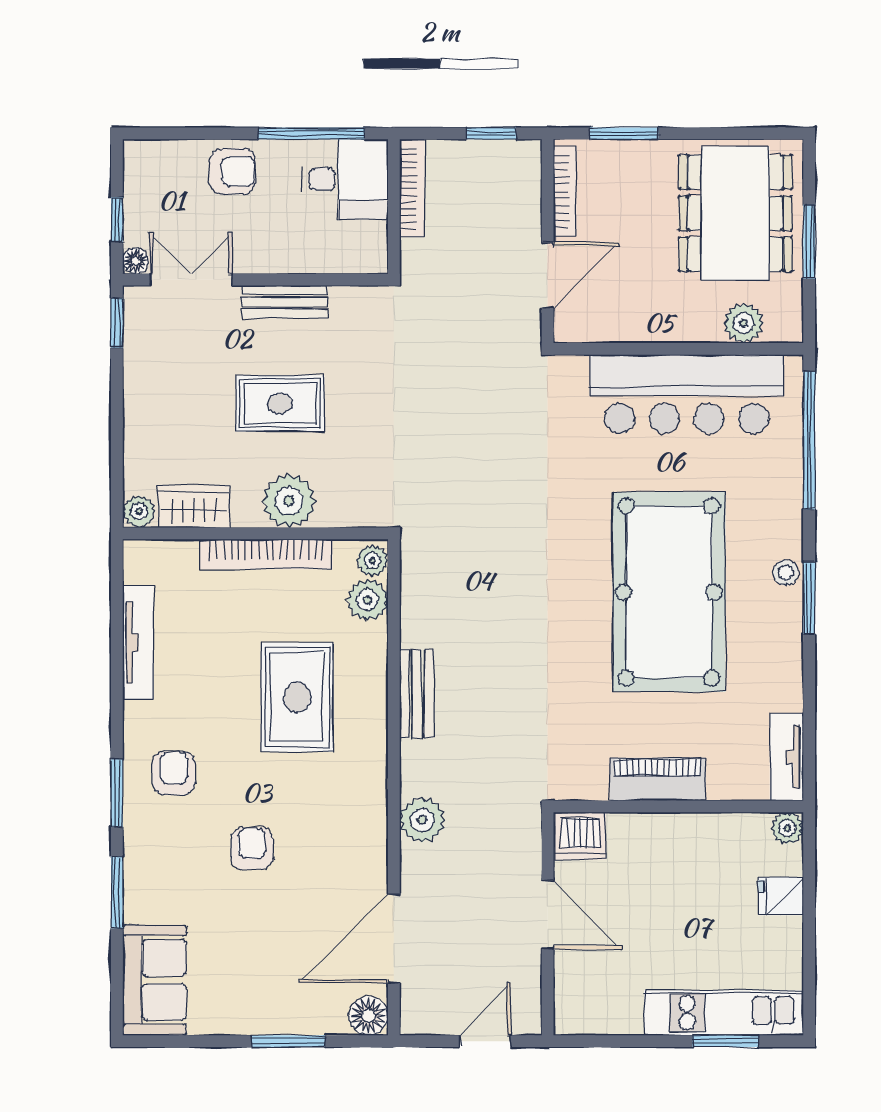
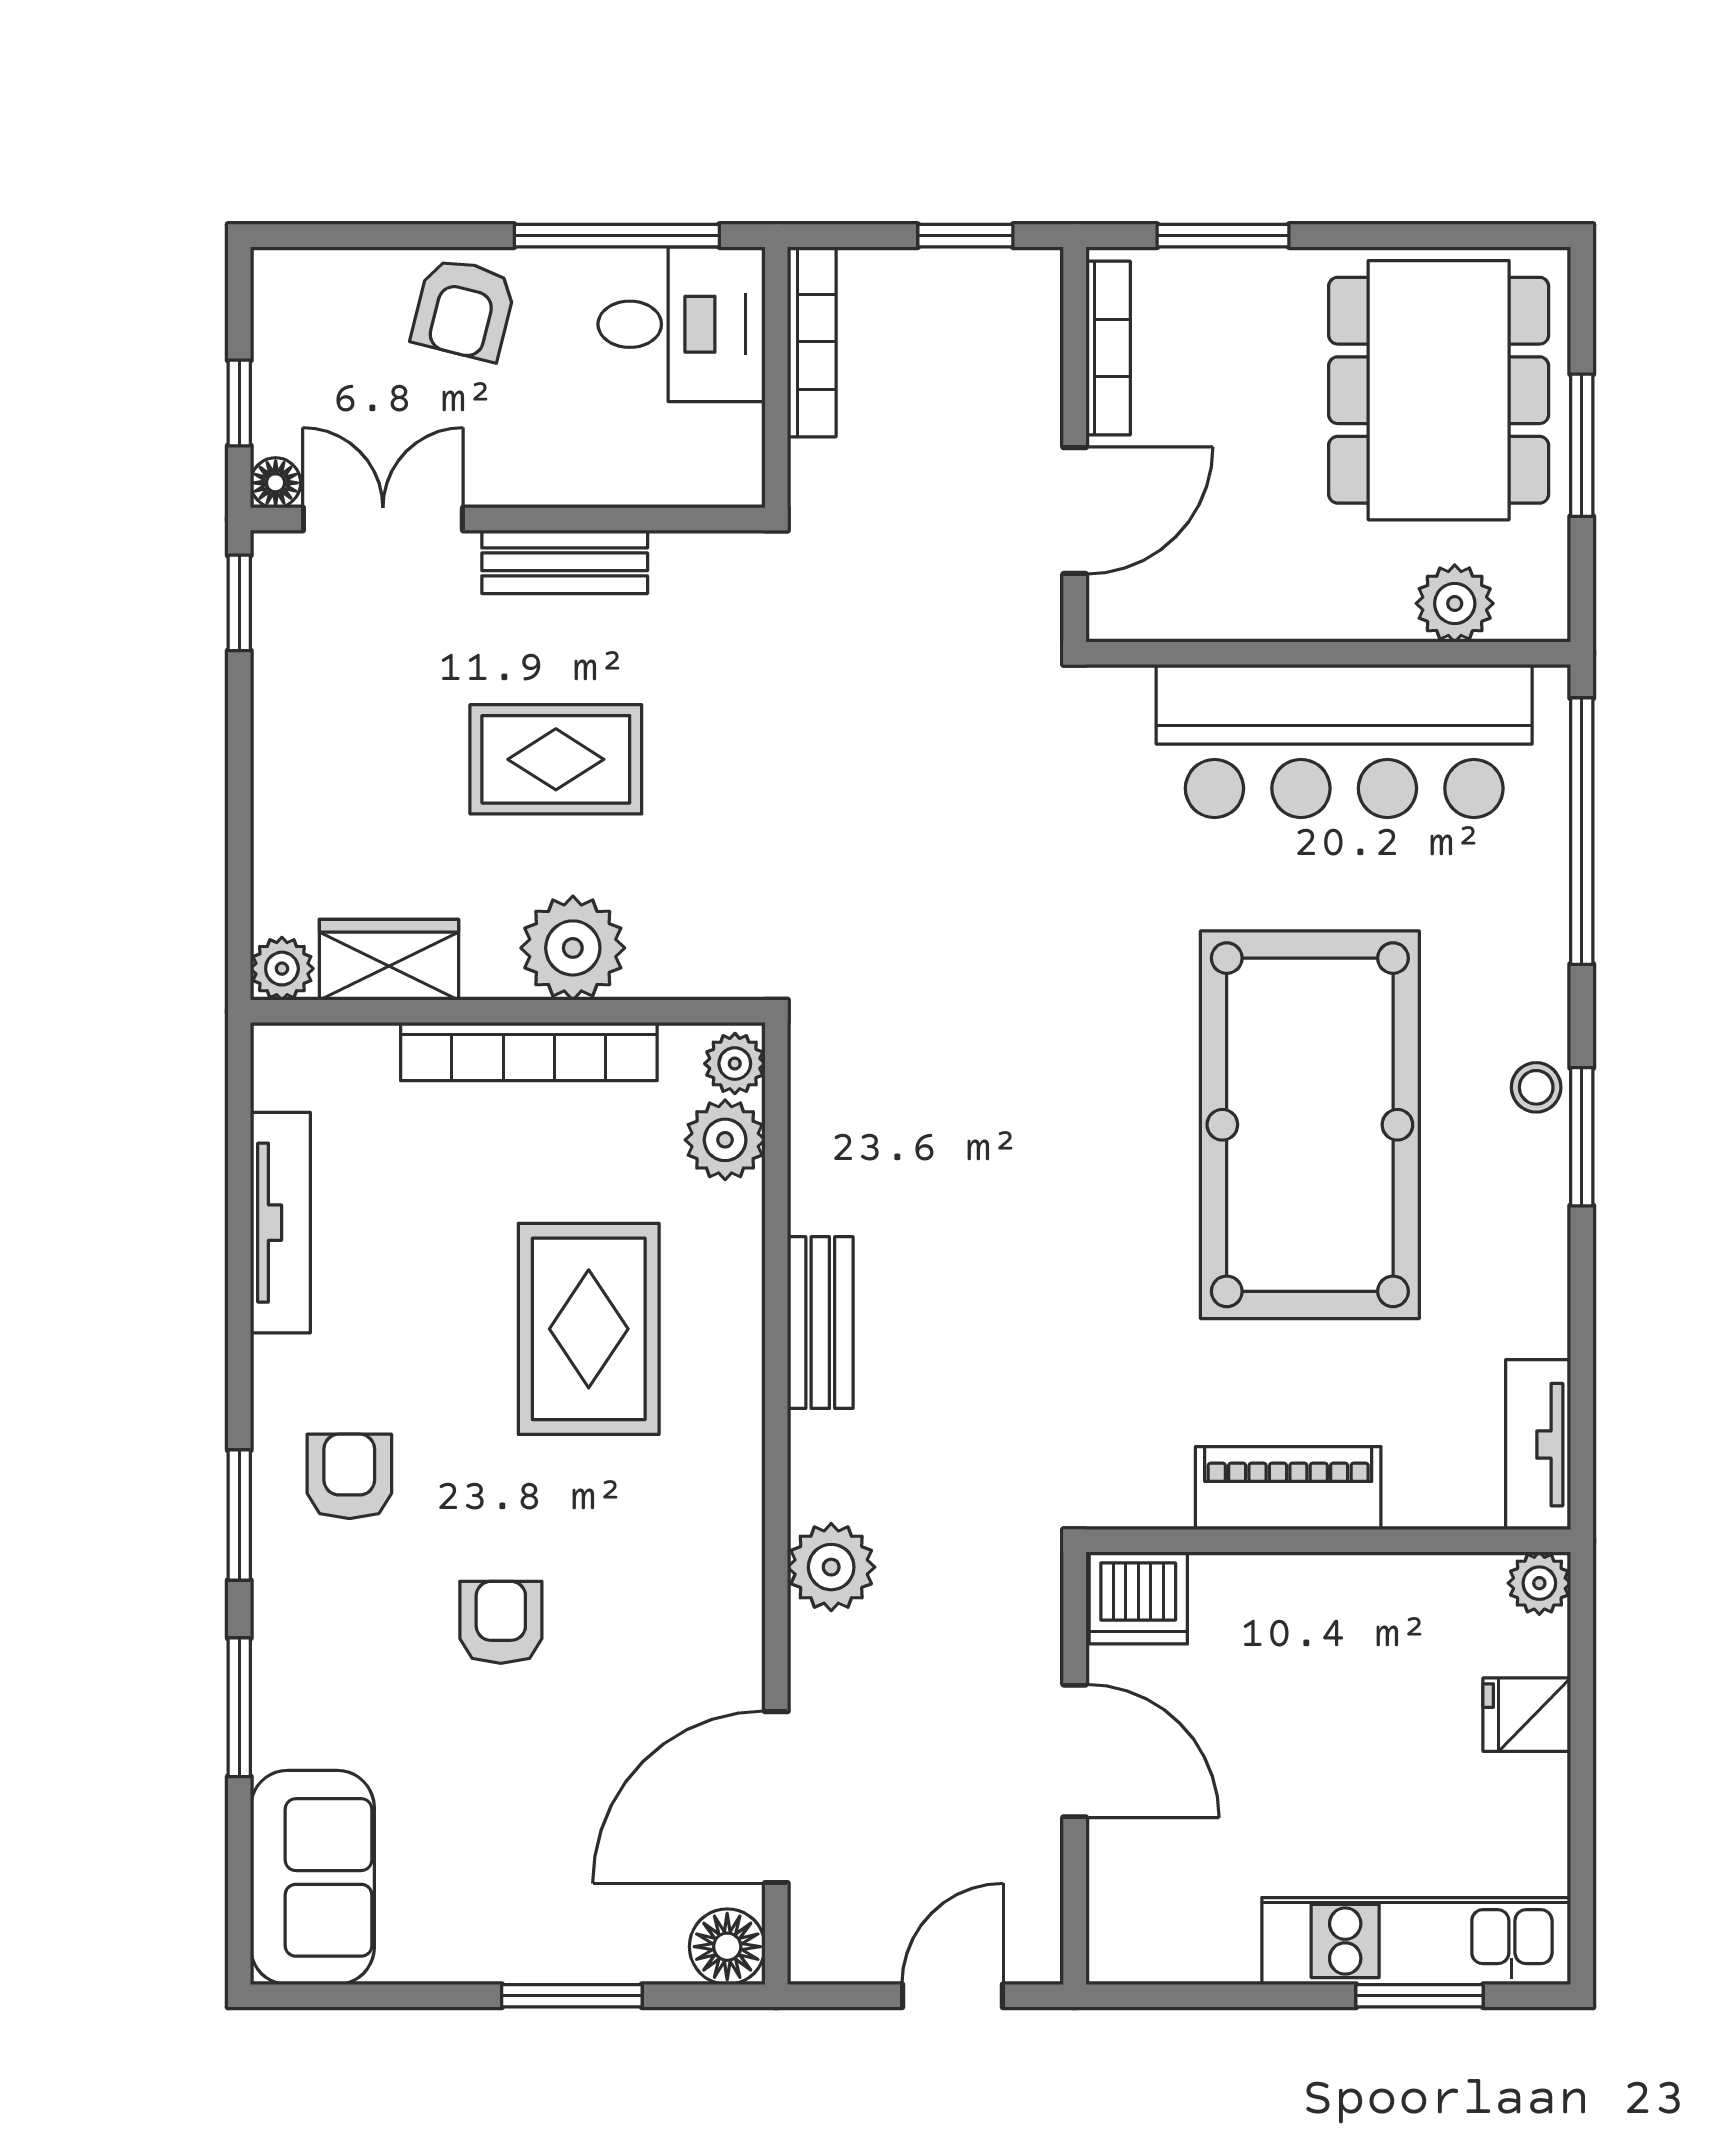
armchair: (233, 171) -> (464, 309), turned 105

